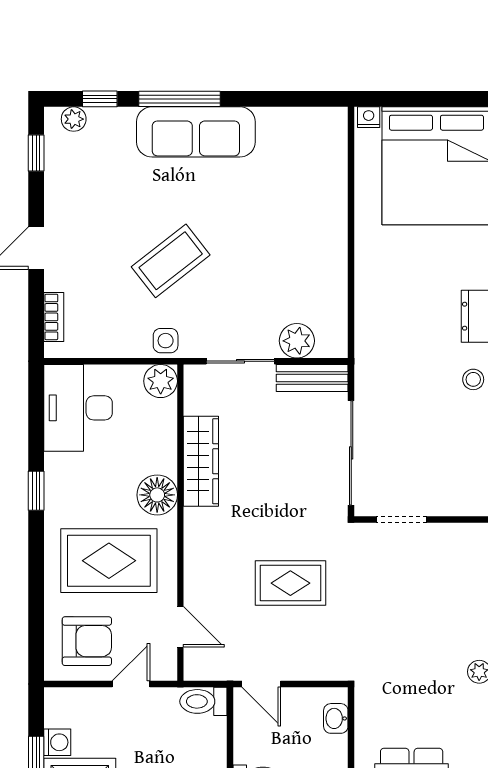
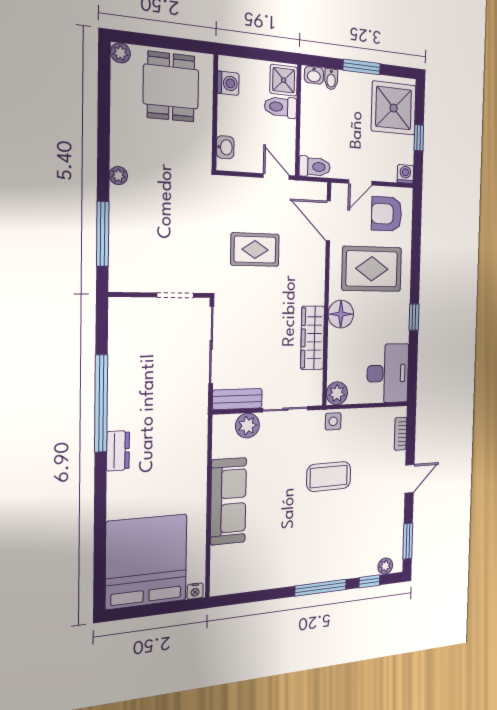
sofa: (196, 132) -> (228, 501), moved, turned 90
window: (36, 153) -> (408, 541), width x1.50
coffee table: (171, 261) -> (329, 477), turned 37
stool: (473, 379) -> (121, 402), removed
door: (180, 627) -> (328, 221), width x1.38
washing machine: (57, 742) -> (405, 174), moved, turned 90

